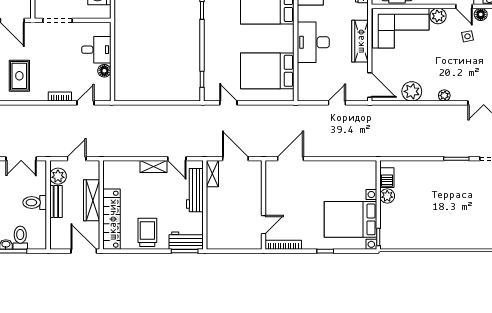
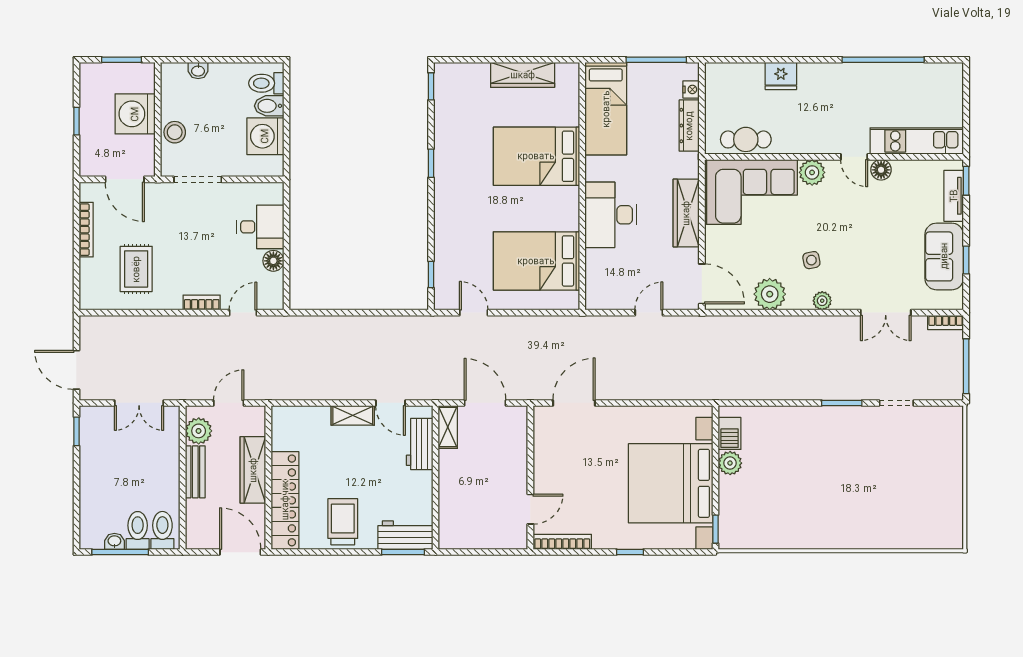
side table: (467, 36) -> (811, 260), moved
workbench: (195, 190) -> (420, 444), width x0.73
toilet: (35, 202) -> (162, 530), moved, turned 90
bed with nightstands: (350, 219) -> (671, 483), width x1.36

